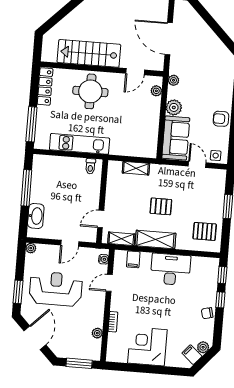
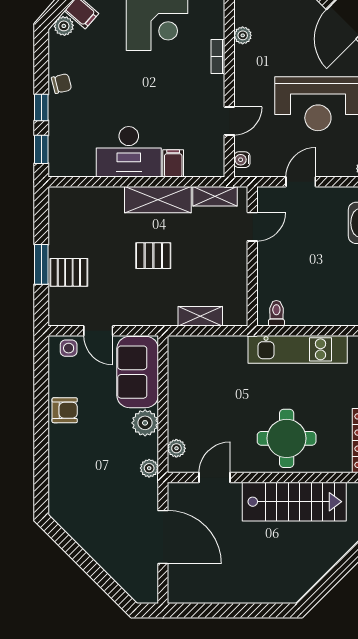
pallet: (205, 231) -> (69, 272), moved
filing cabinet: (133, 259) -> (173, 163), moved

